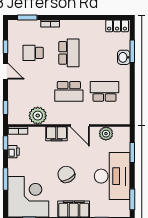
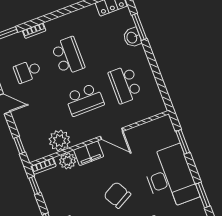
school desk: (104, 91) -> (125, 84), turned -90
plant: (106, 134) -> (67, 161), moved
printer: (14, 152) -> (48, 192), removed

